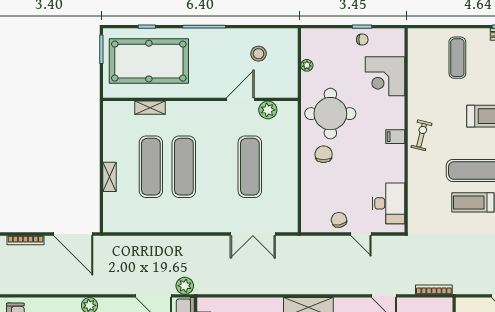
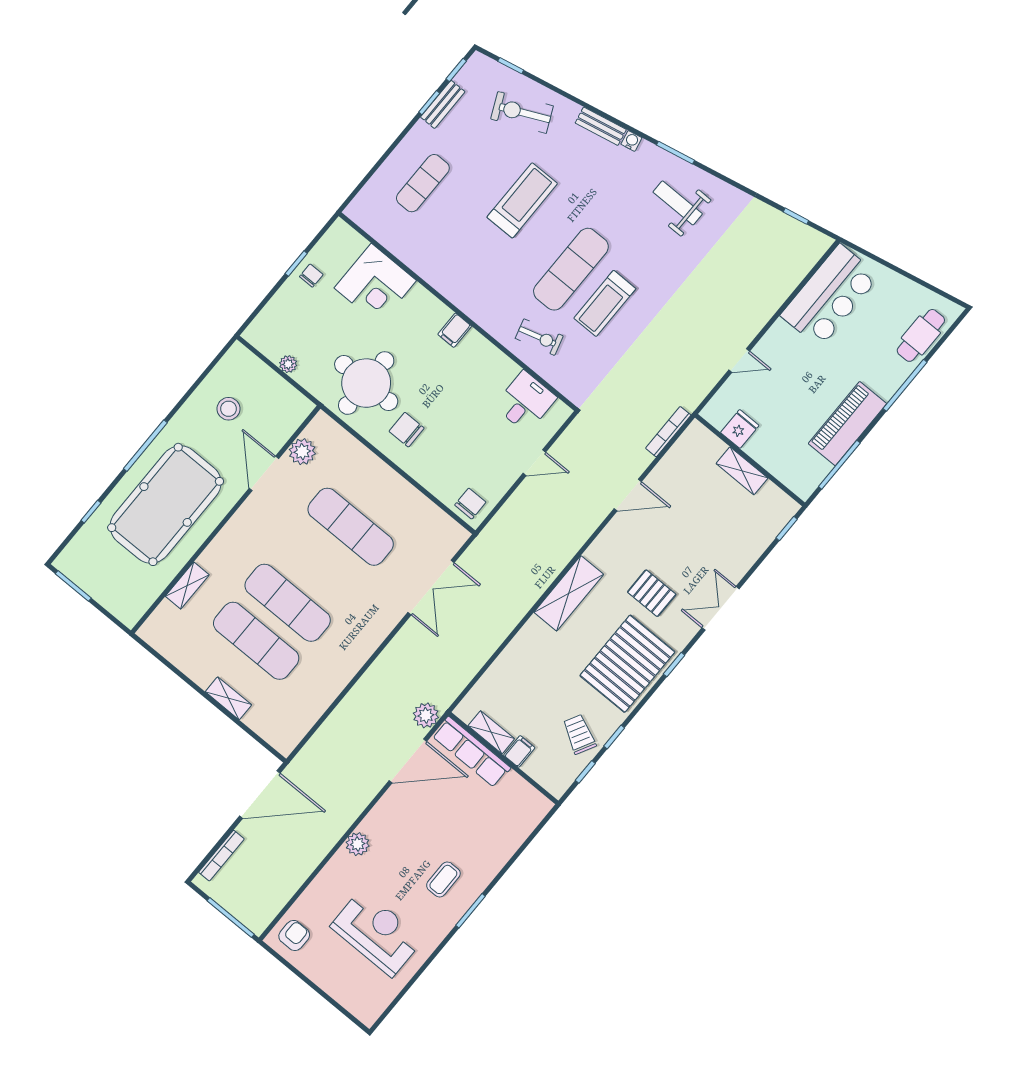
exercise mat: (457, 58) -> (423, 183), turned 90
pool table: (149, 61) -> (166, 504), moved
exercise bike: (421, 135) -> (539, 337), moved, turned 150
desk: (388, 203) -> (525, 402), width x0.73
chair: (339, 220) -> (470, 504), moved, turned 104

